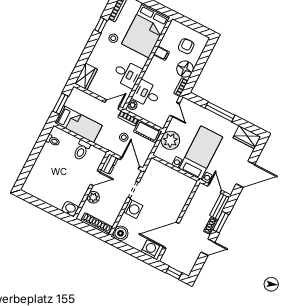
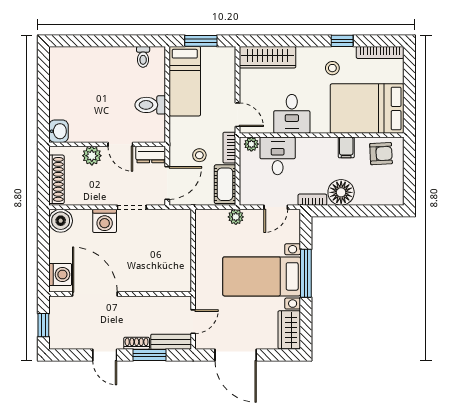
armchair: (186, 46) -> (381, 154), moved
wardrobe: (86, 77) -> (267, 57), width x1.50
plant: (170, 140) -> (236, 217), width x0.53, depth x0.53
bed with nightstands: (201, 153) -> (262, 276), moved, turned 180

